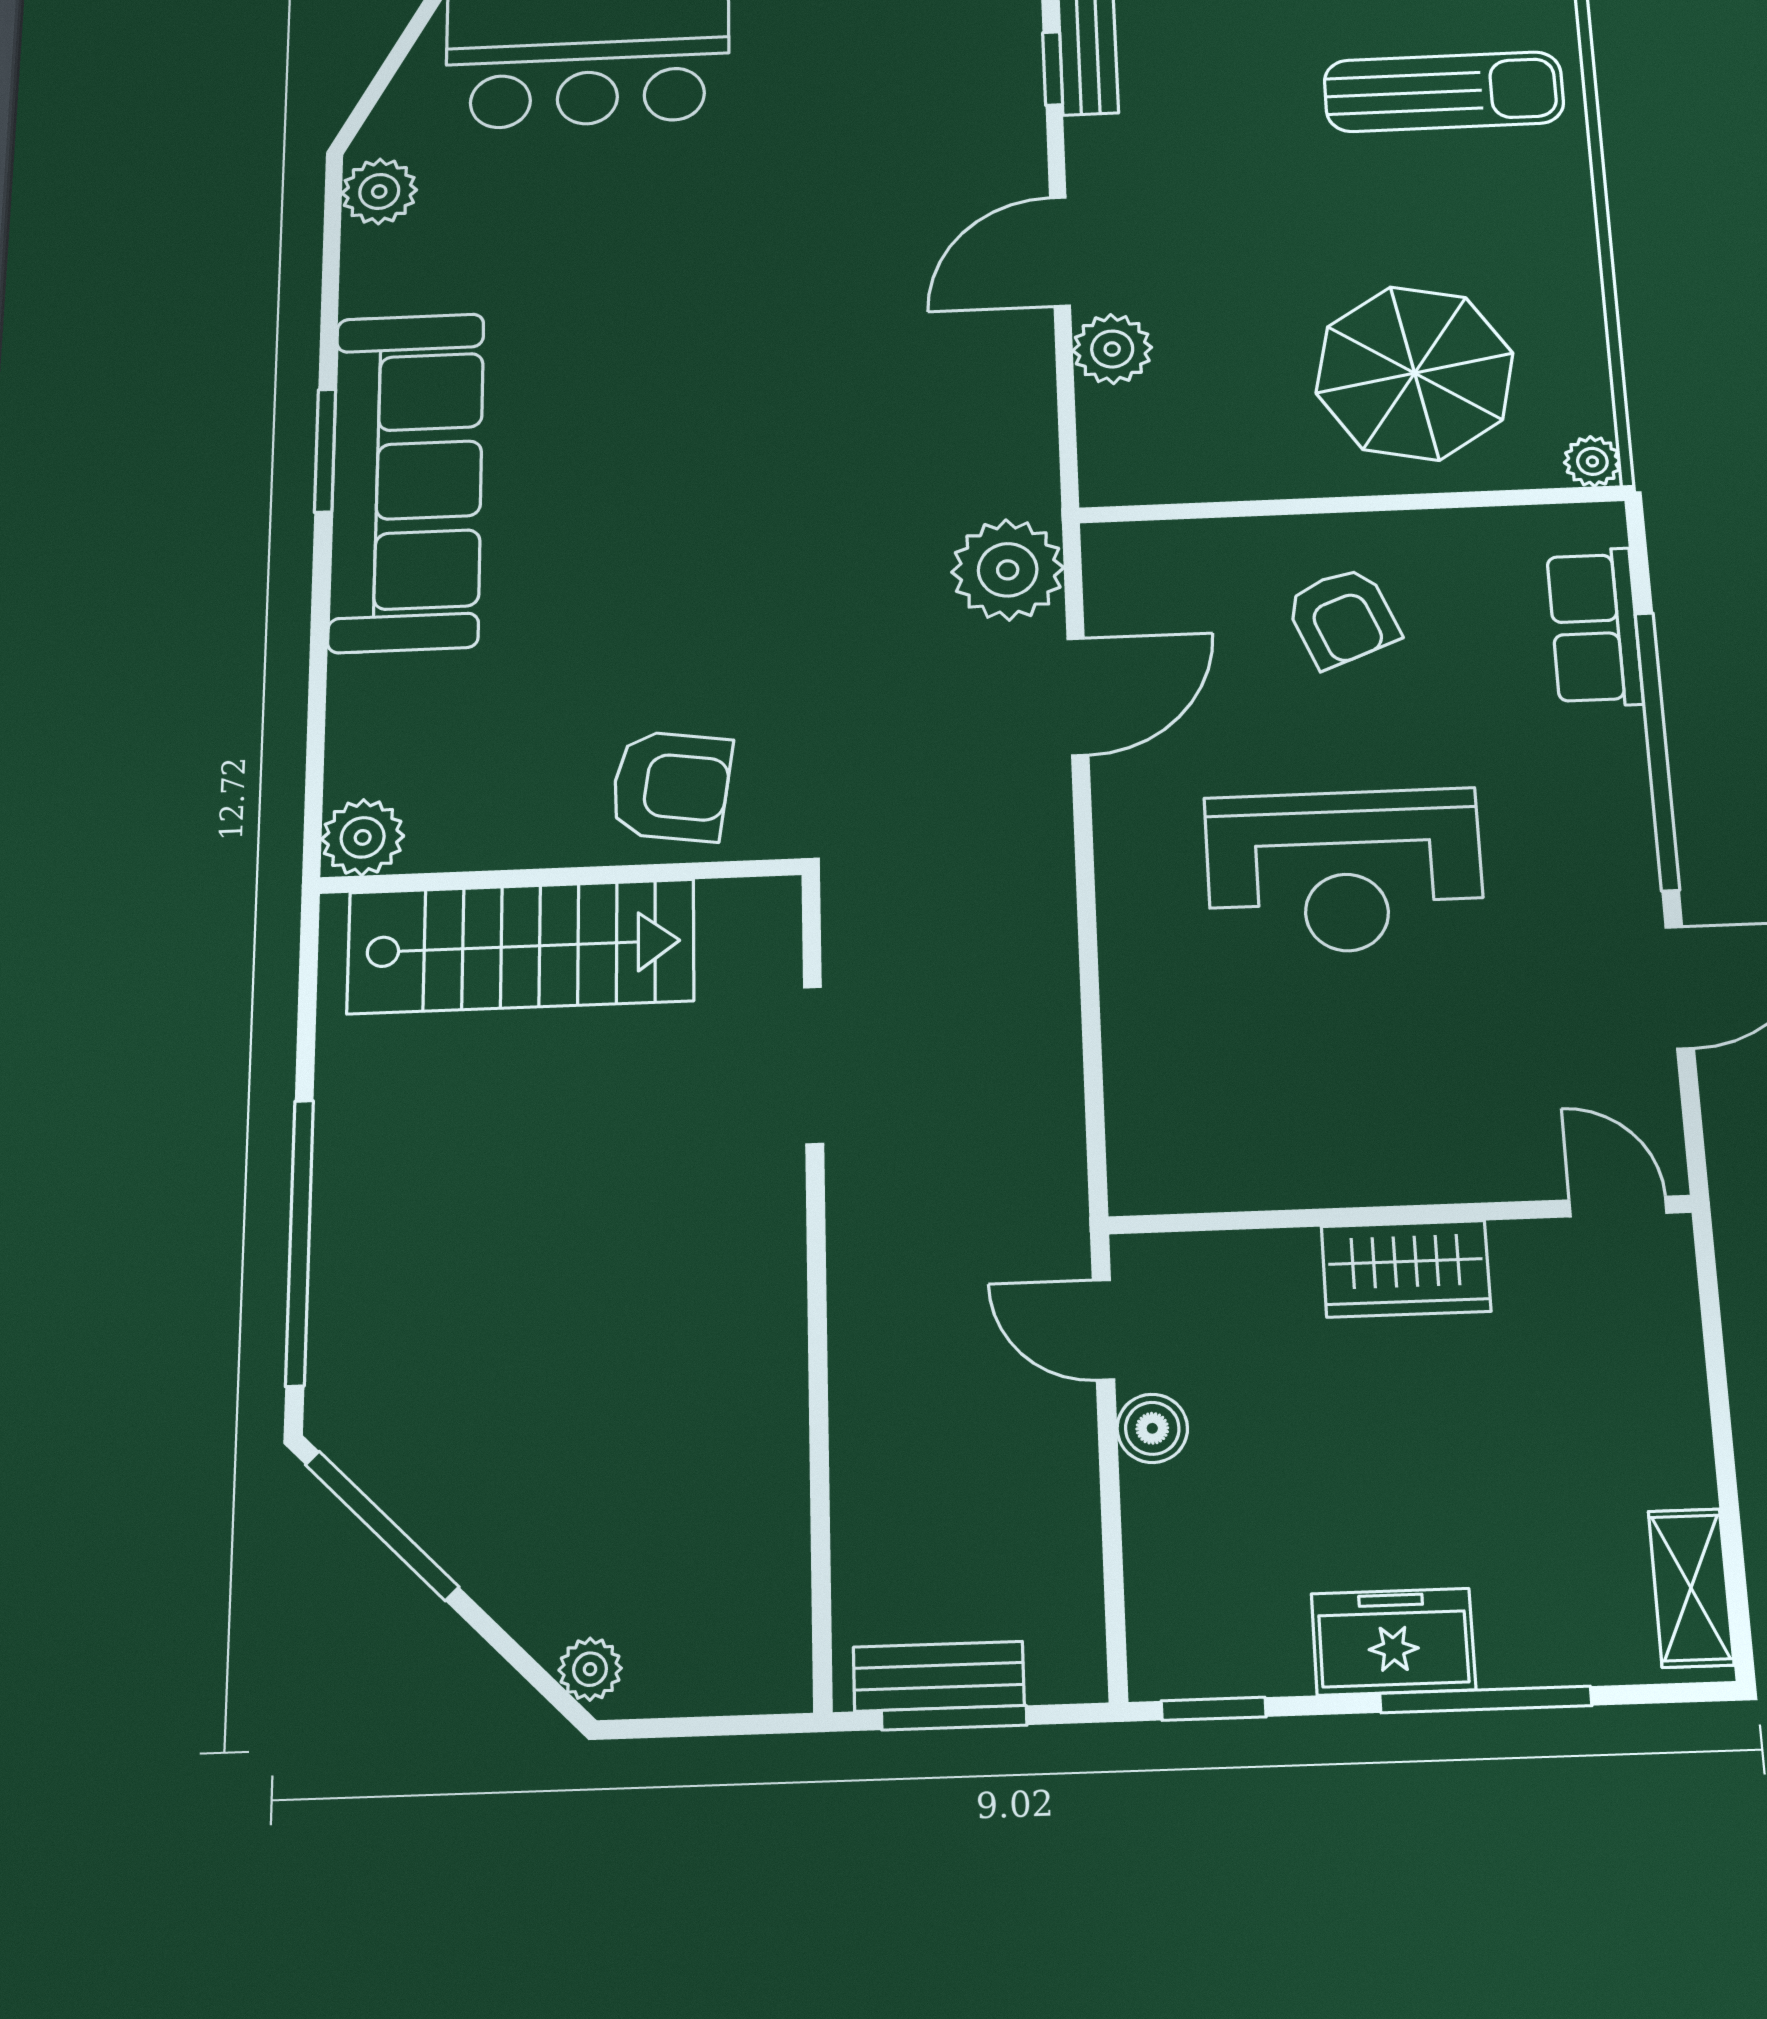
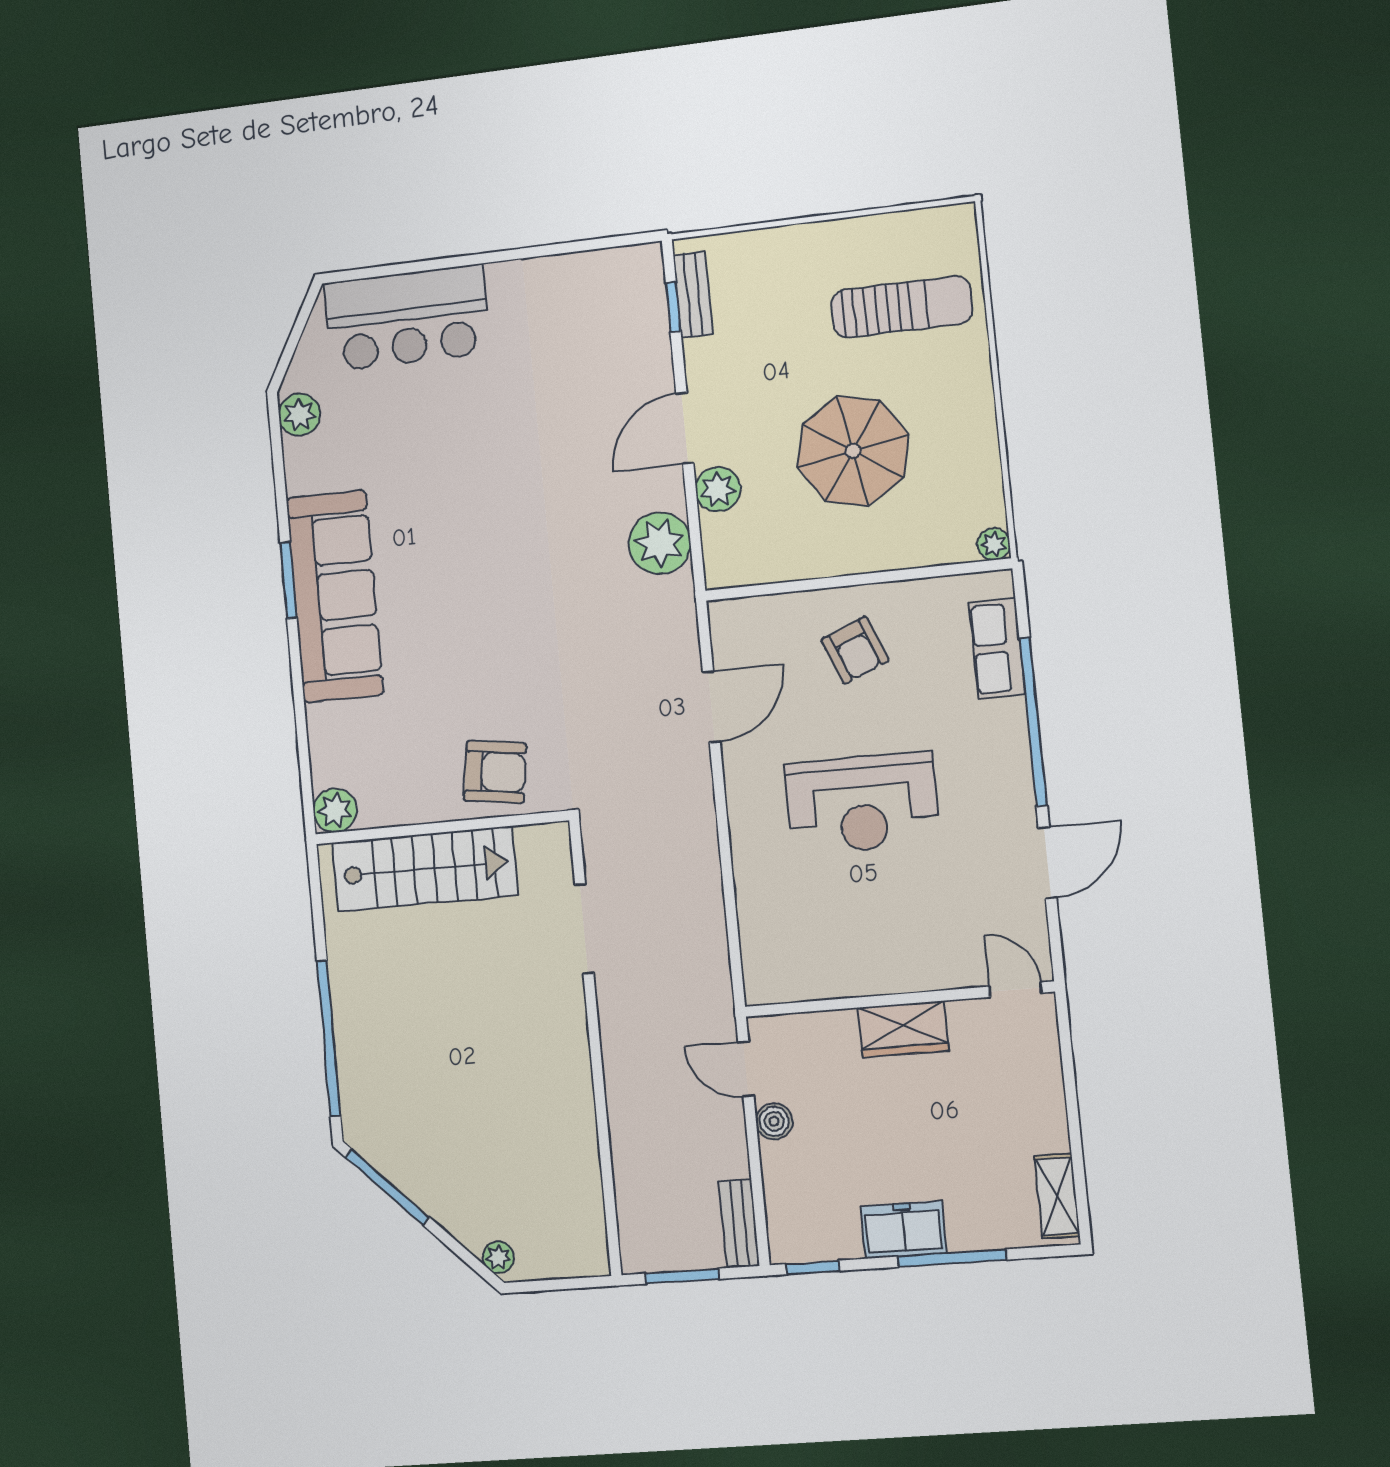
parasol: (1415, 373) -> (853, 451), moved
plant: (1008, 570) -> (660, 543), moved
bench: (939, 1676) -> (739, 1223), moved, turned 90

